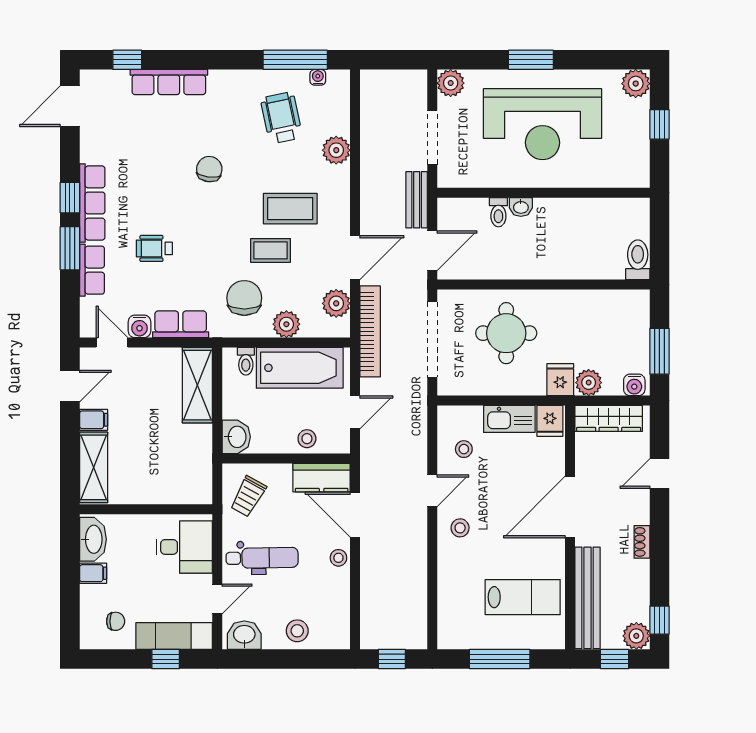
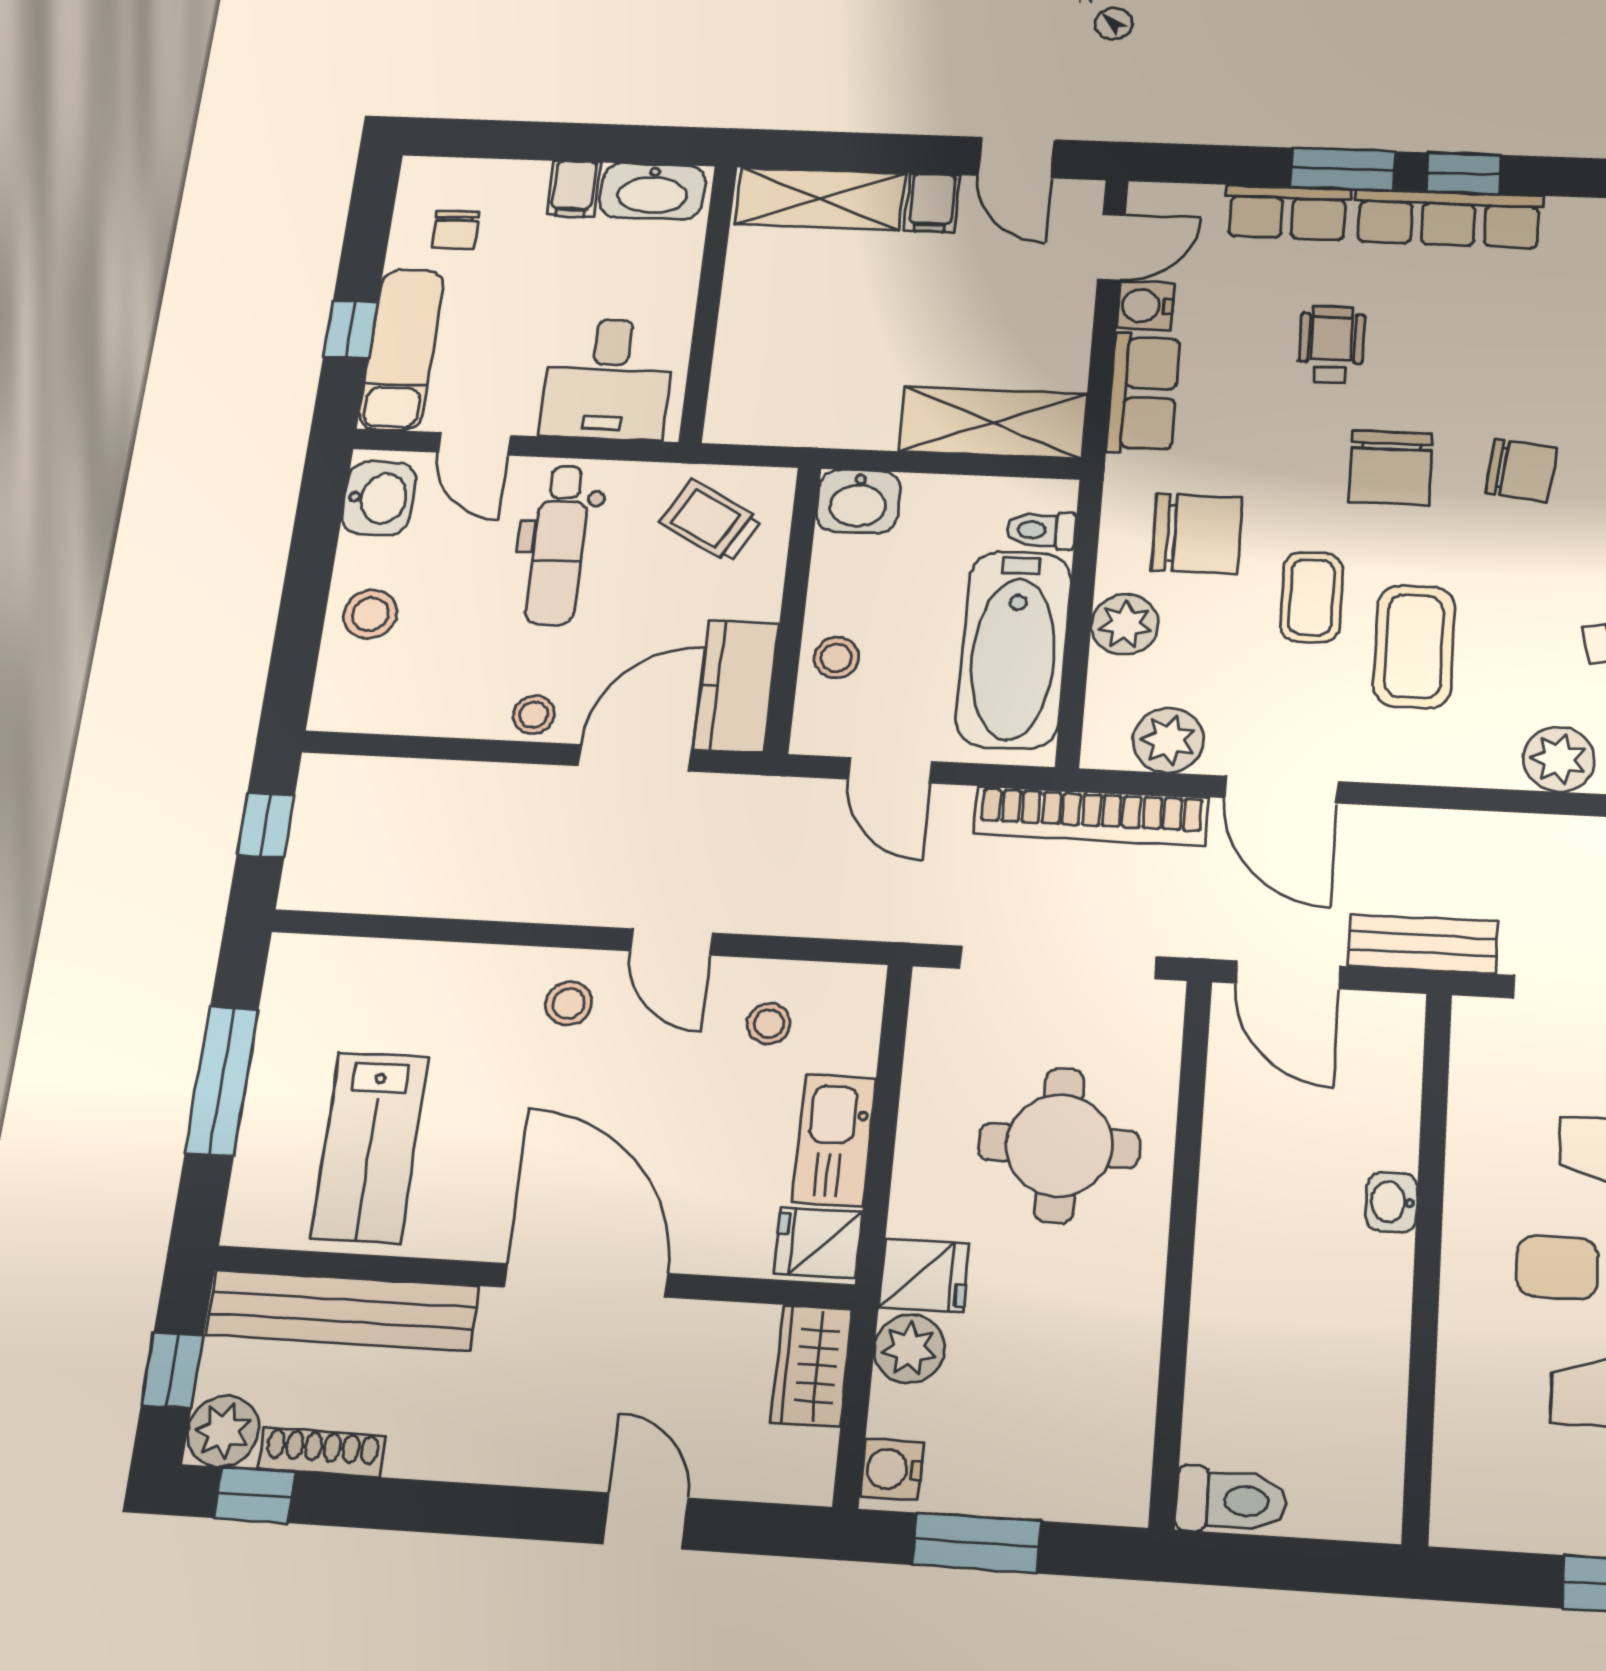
toilet: (498, 212) -> (1381, 1144), removed
chair: (210, 222) -> (1391, 468), added
wardrobe: (609, 418) -> (812, 1366), width x0.67
shoe rack: (642, 542) -> (322, 1452), moved, width x1.43

